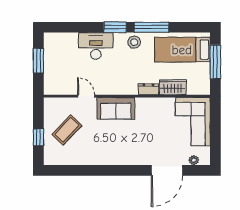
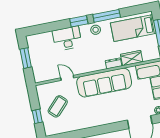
sofa: (116, 108) -> (104, 83), width x1.85, depth x1.27

